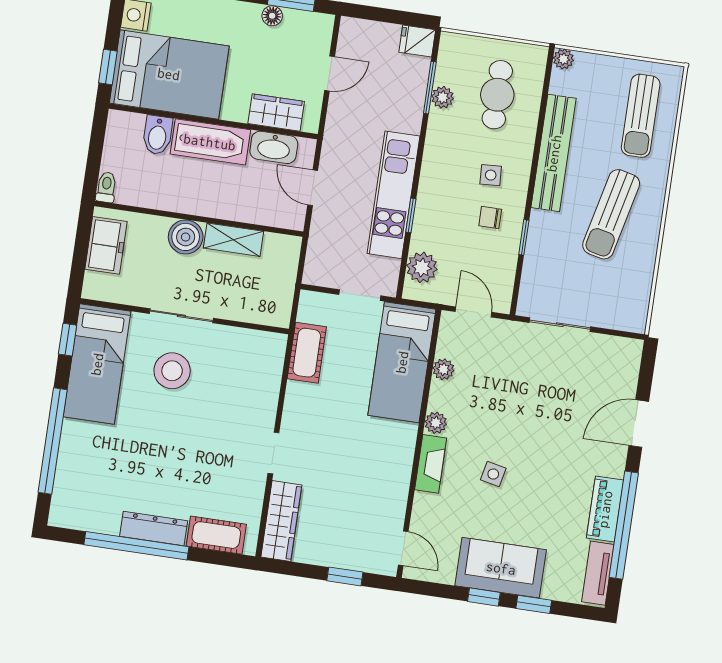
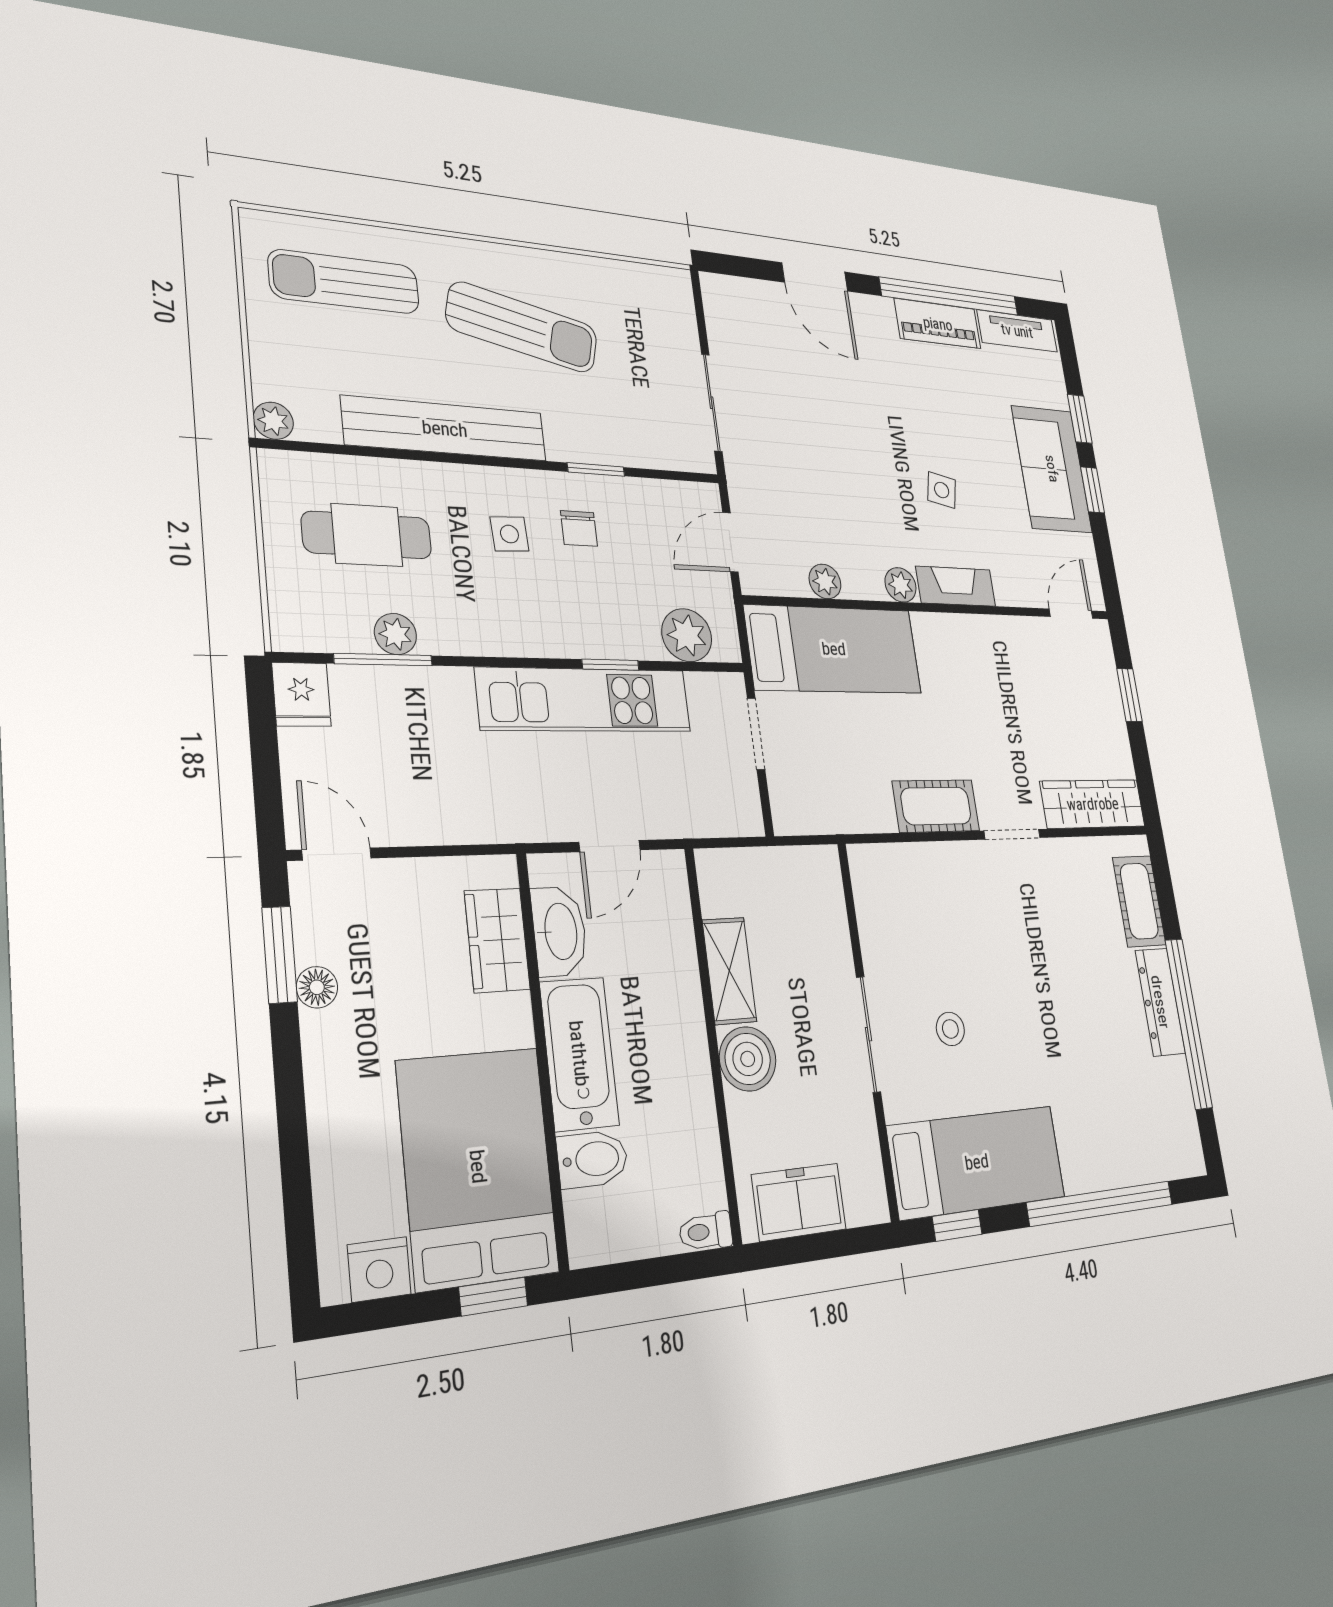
door: (330, 73) -> (337, 854), moved
sun lounger: (641, 116) -> (344, 282), turned 180
cot: (307, 353) -> (936, 806), moved
stool: (172, 371) -> (950, 1029), width x0.53, depth x0.53

